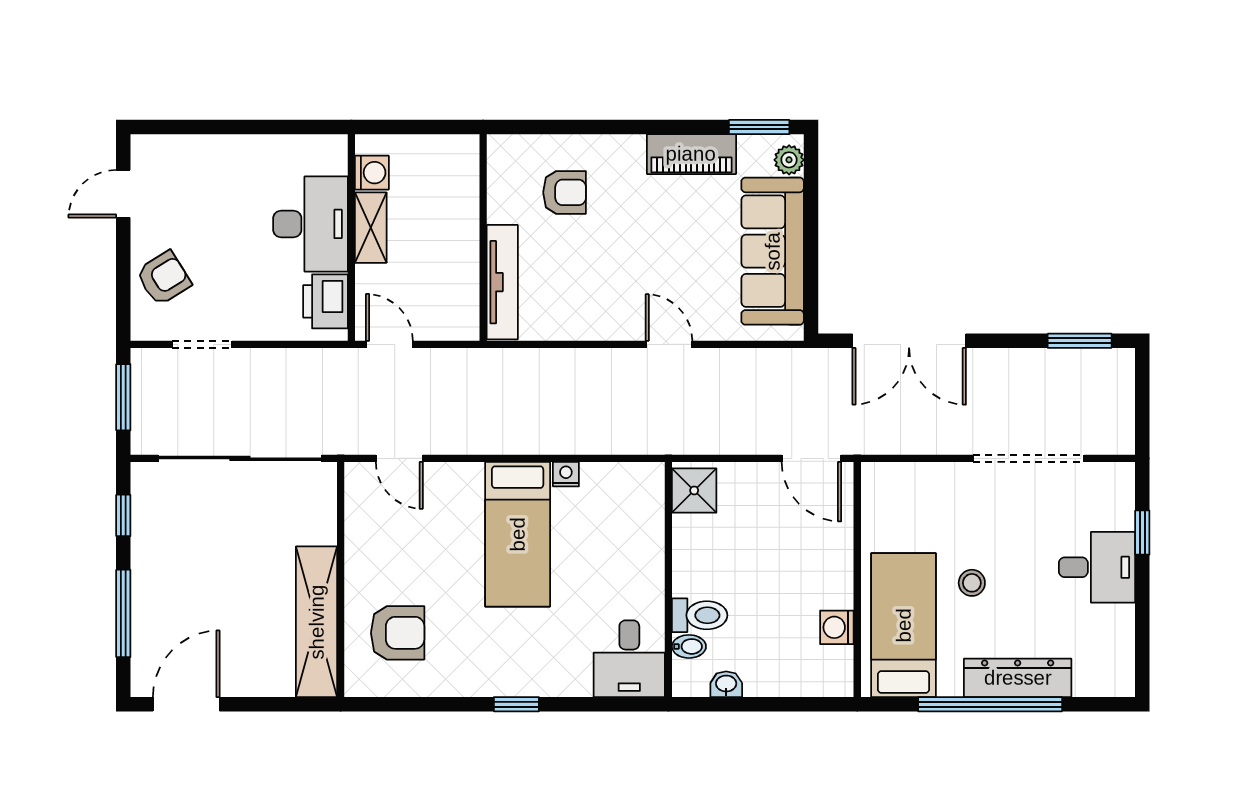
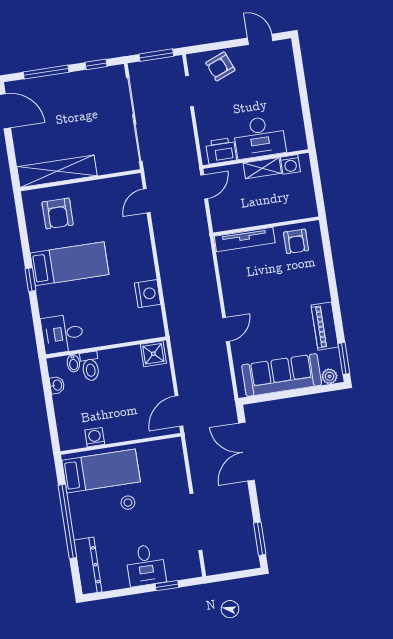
armchair: (565, 192) -> (296, 241), moved
armchair: (164, 278) -> (220, 66), turned 100
nightstand: (566, 474) -> (148, 294), width x1.89, depth x1.79
bed: (518, 534) -> (69, 264), moved, turned 180
dresser: (1018, 678) -> (88, 566), moved

